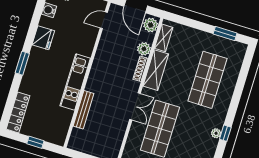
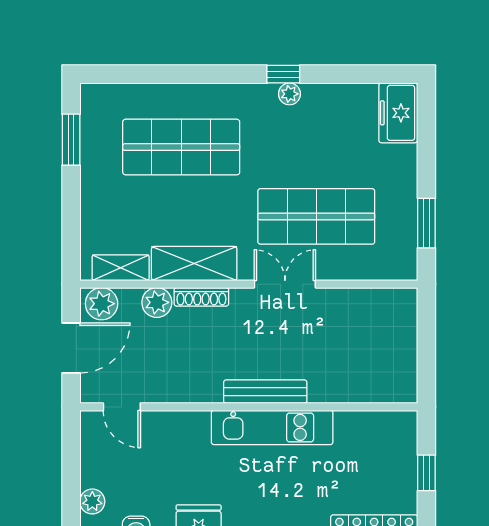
bench: (83, 110) -> (265, 392), moved

